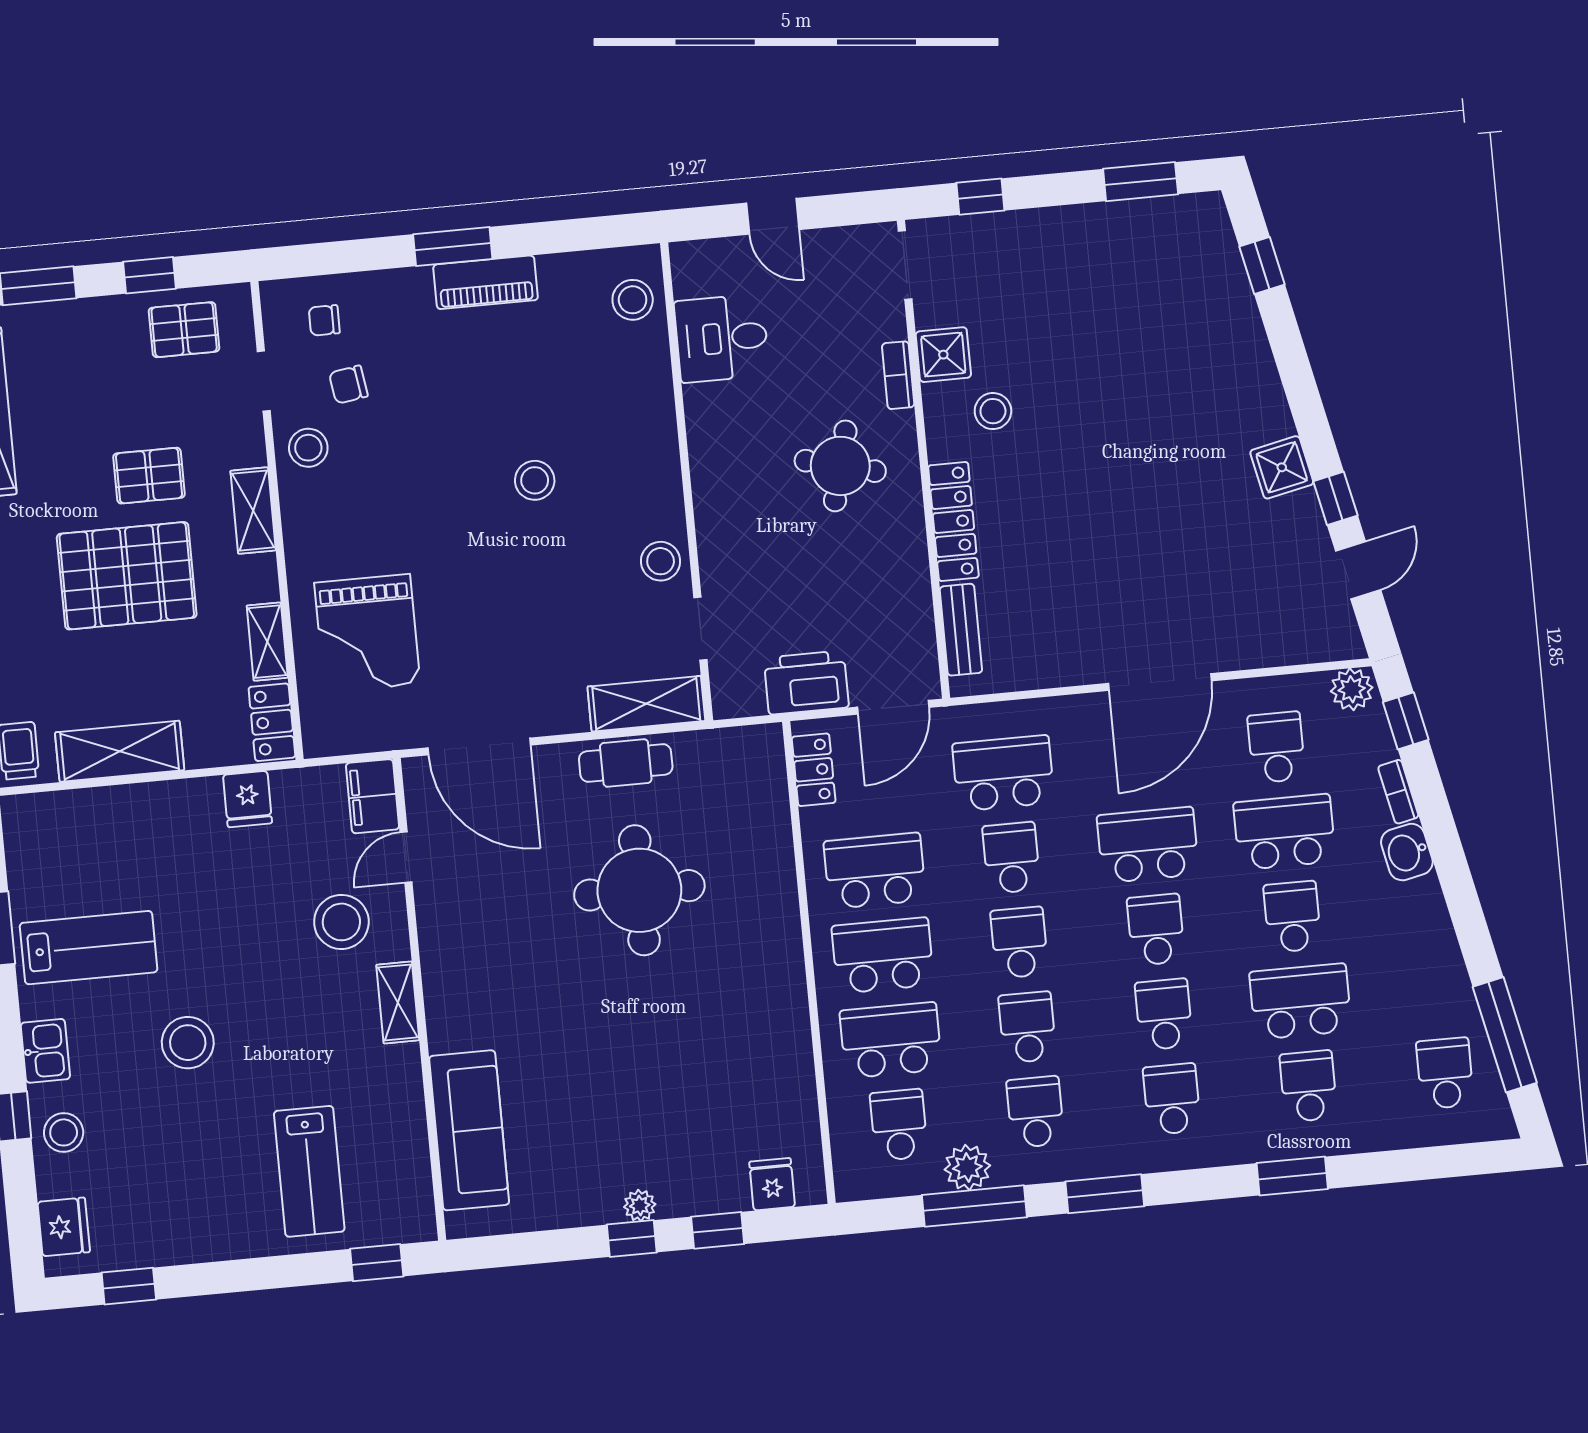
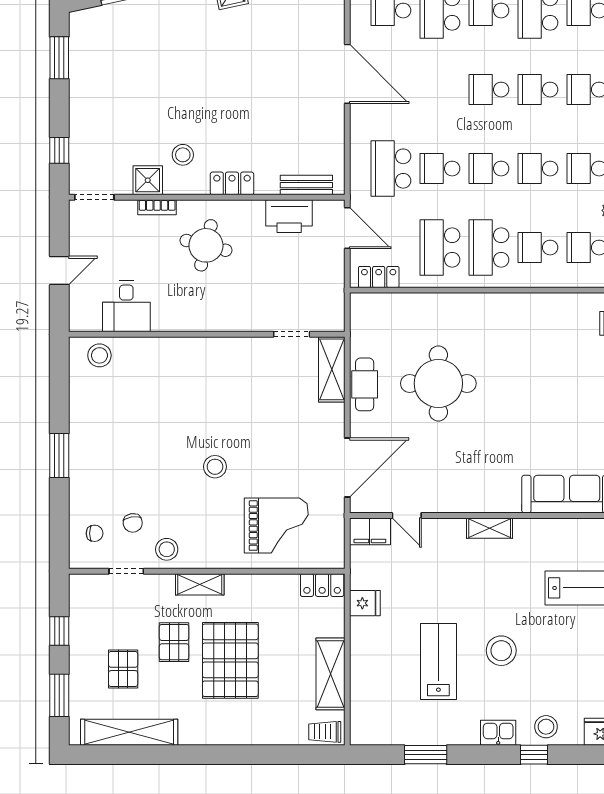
piano: (486, 282) -> (82, 439), removed
chair: (324, 320) -> (95, 533), turned -90
pallet: (184, 330) -> (123, 669), moved
stool: (535, 480) -> (215, 467), moved
locker: (953, 521) -> (232, 183), width x0.66
stool: (661, 561) -> (251, 354), removed
shelving: (267, 642) -> (276, 583), removed
printer: (806, 683) -> (289, 216), moved, turned -90
school desk: (1148, 845) -> (440, 90), removed
stool: (341, 922) -> (440, 556), removed
lab bench: (89, 948) -> (438, 661), moved
school desk: (891, 1040) -> (538, 248), width x0.54

